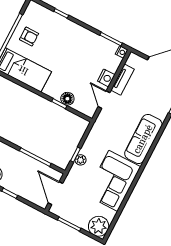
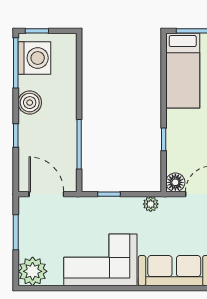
floor lamp: (67, 99) -> (175, 182), moved
plant: (81, 160) -> (151, 204), moved
door: (55, 193) -> (46, 194), hinge flipped

